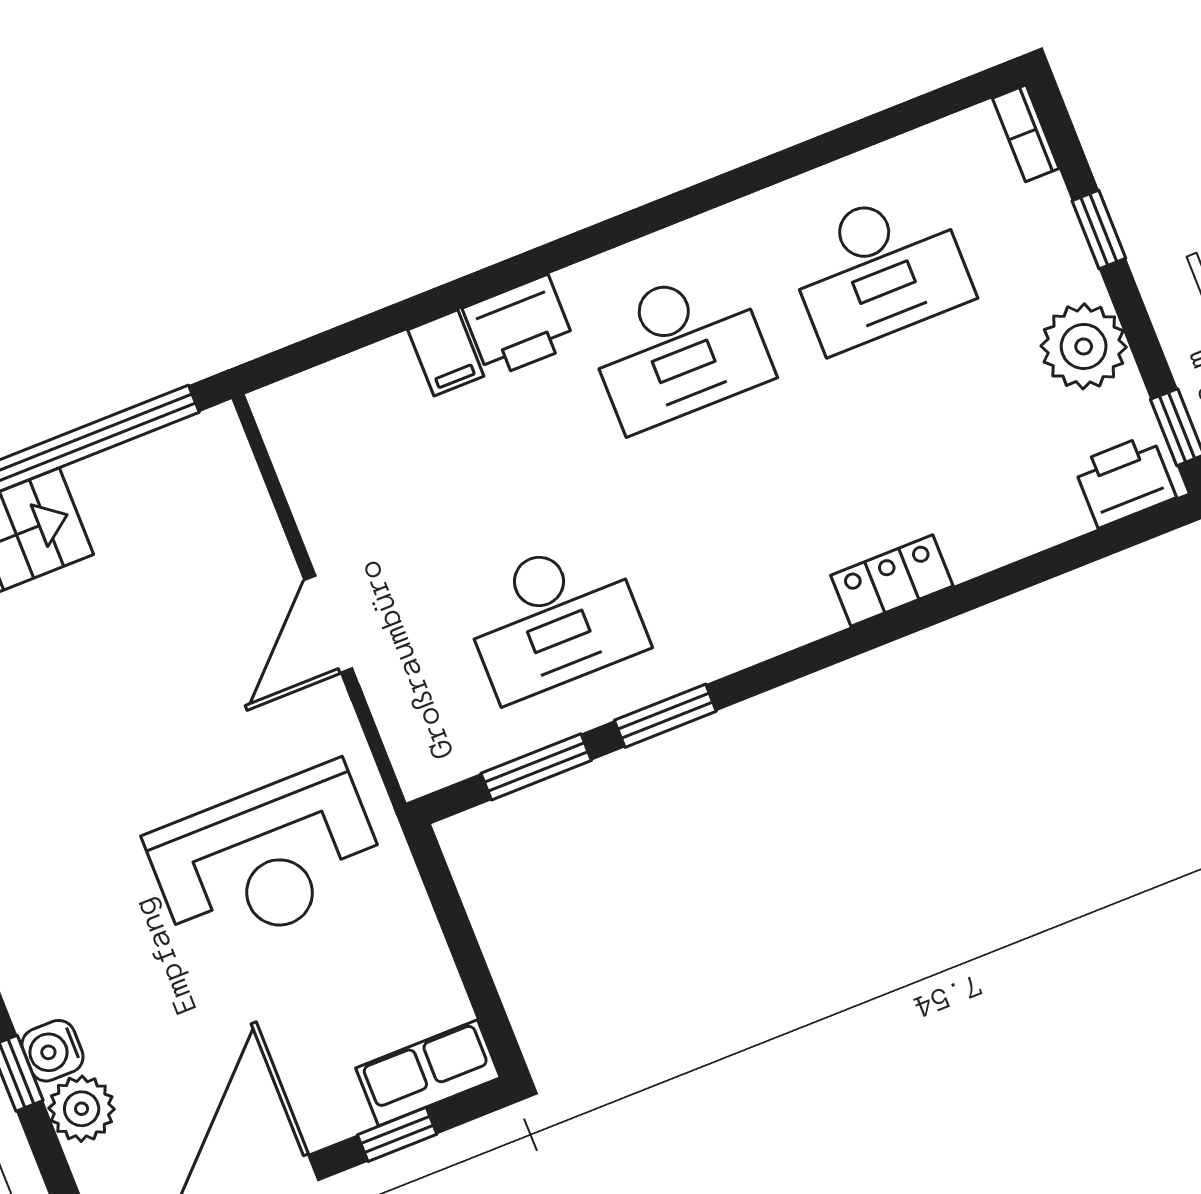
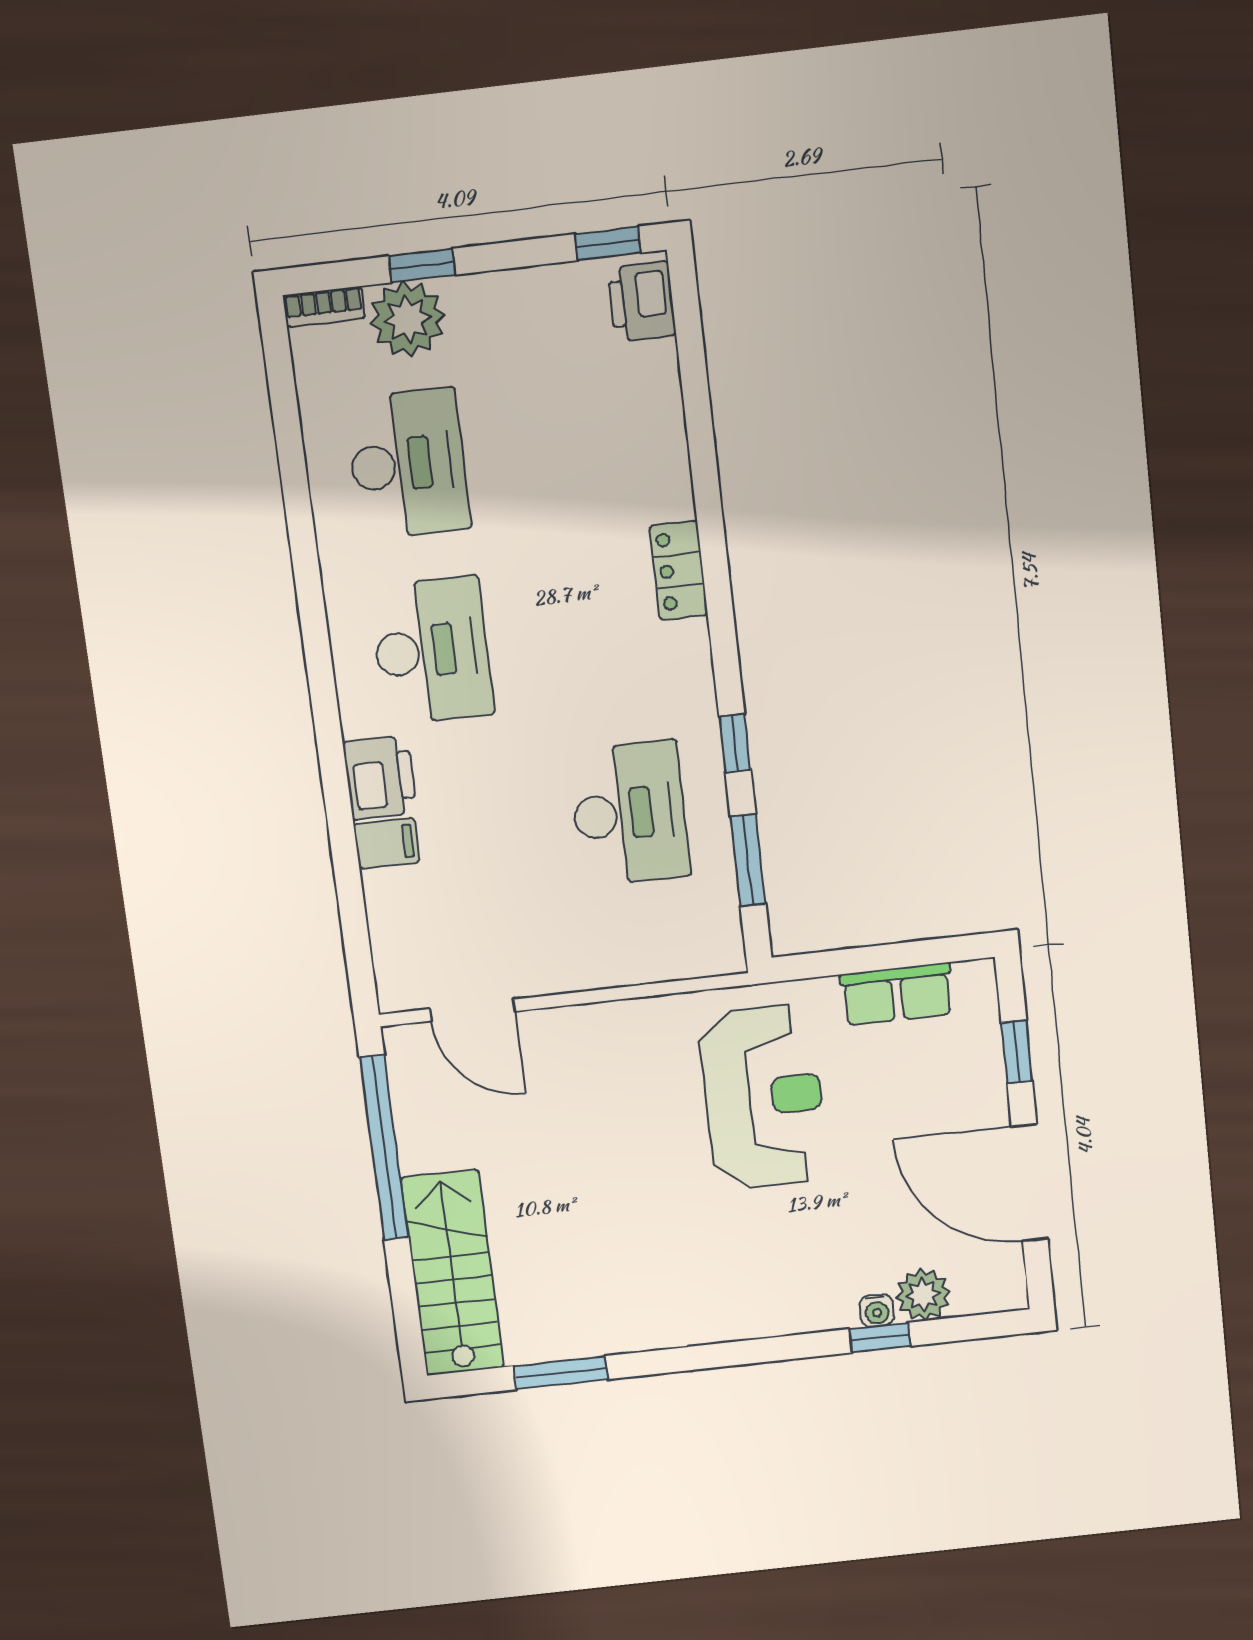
plant: (1084, 346) -> (407, 319), moved
locker: (892, 581) -> (679, 571), moved
door: (328, 624) -> (472, 1010), moved
window: (665, 716) -> (735, 743), width x0.67
water cooler: (53, 1051) -> (877, 1310), width x0.72, depth x0.72
row of seats: (428, 1073) -> (897, 994), moved, turned -90

